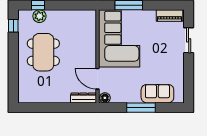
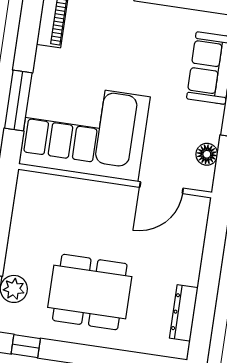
dresser: (83, 98) -> (184, 313), moved
floor lamp: (105, 98) -> (207, 154), moved

